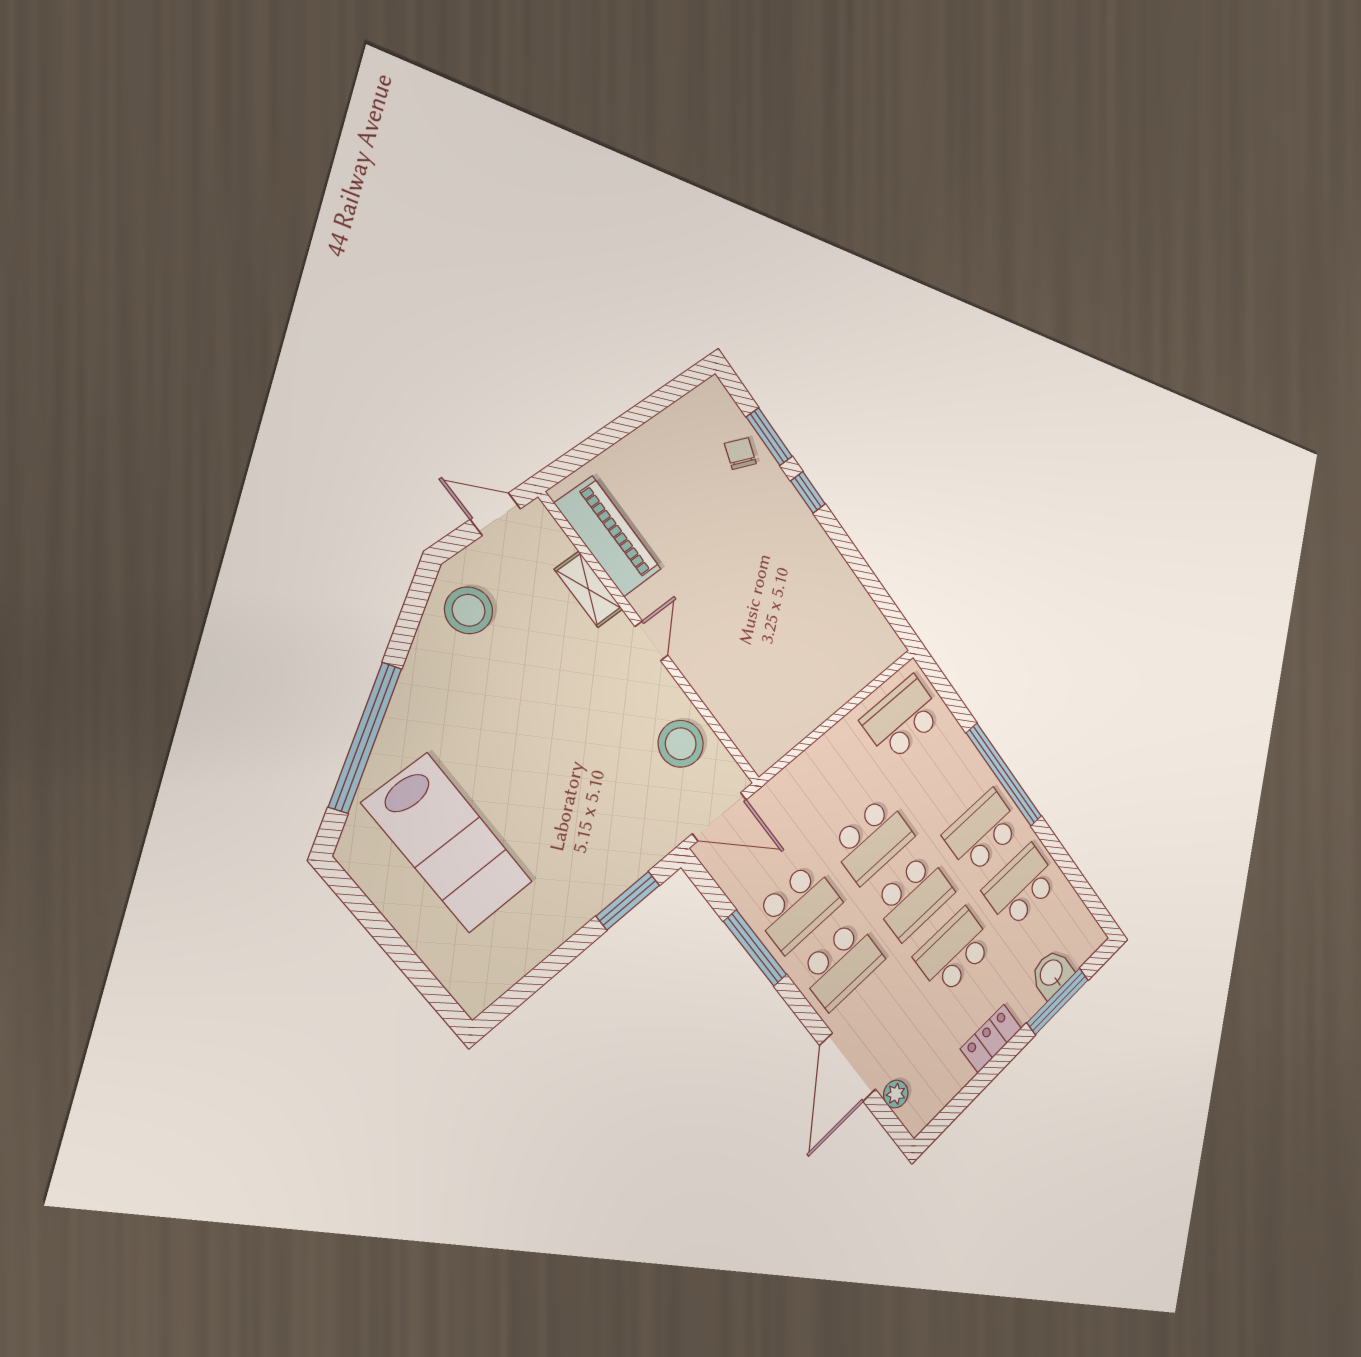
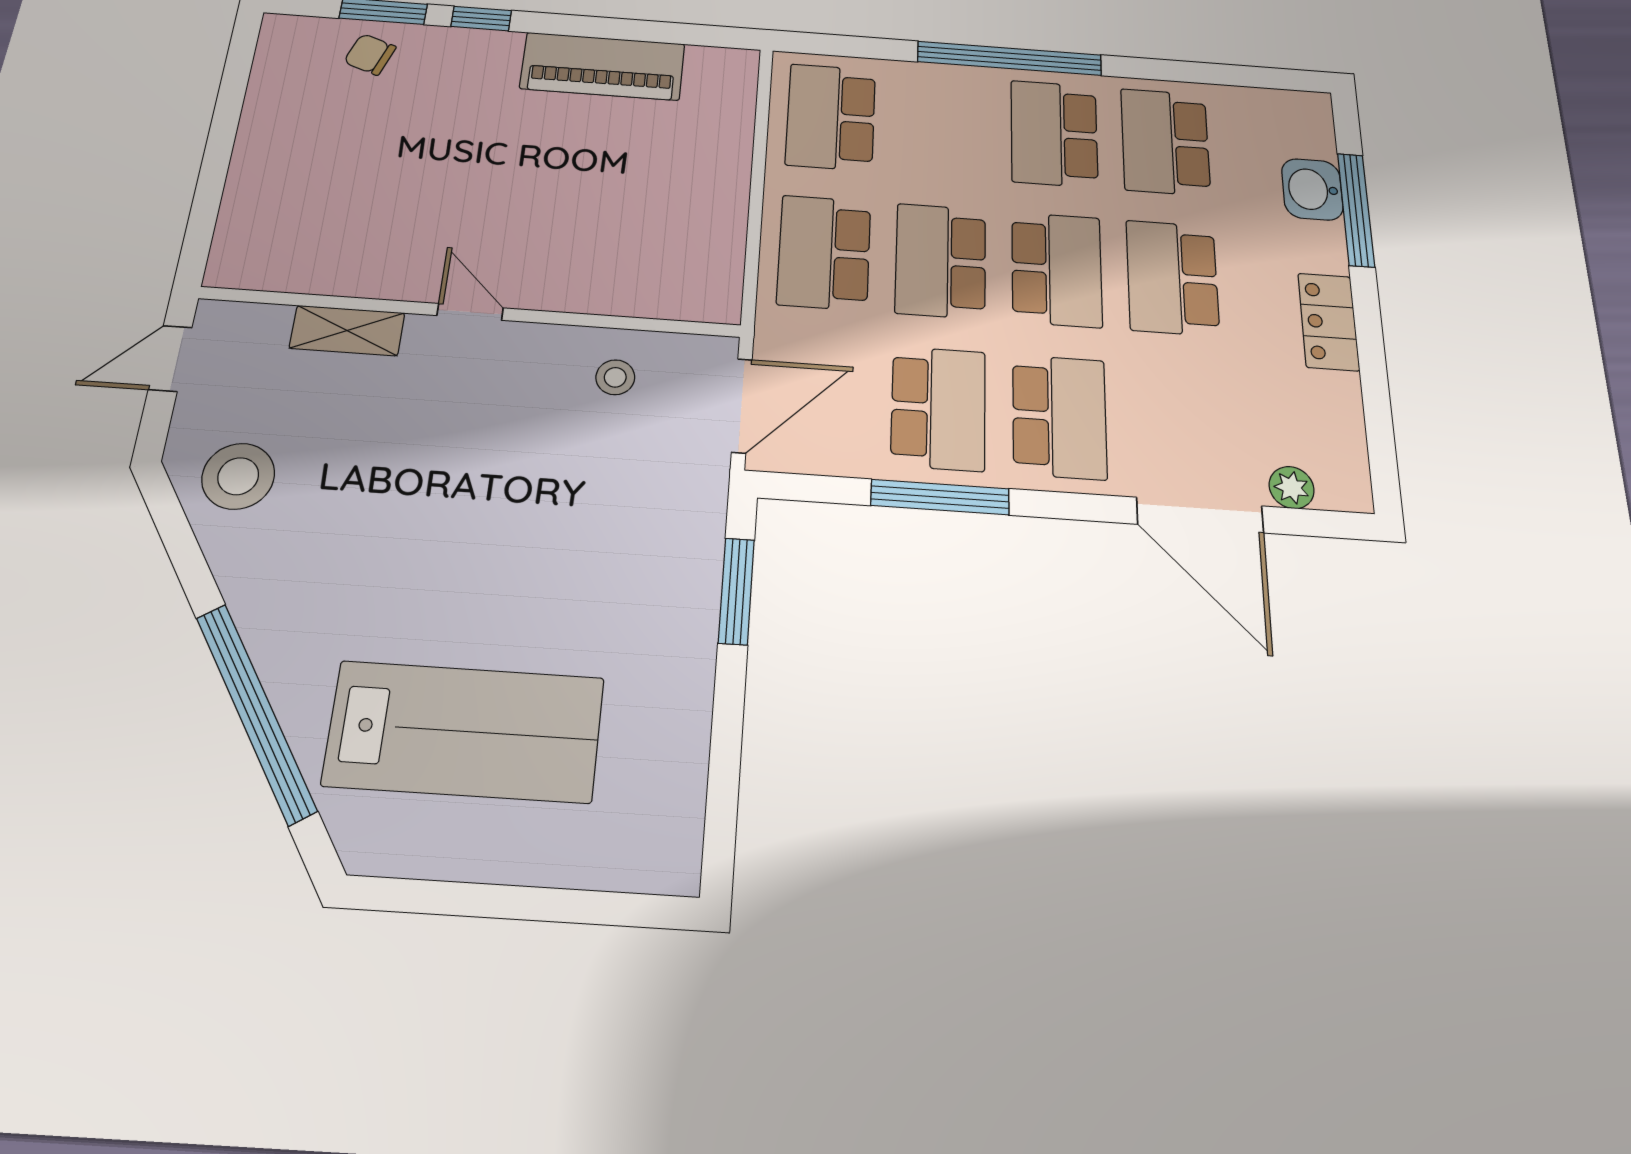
piano: (608, 536) -> (603, 66), moved, turned 180
stool: (681, 744) -> (615, 377), width x0.53, depth x0.53
school desk: (830, 782) -> (824, 252), added
school desk: (872, 840) -> (941, 261), turned 180

